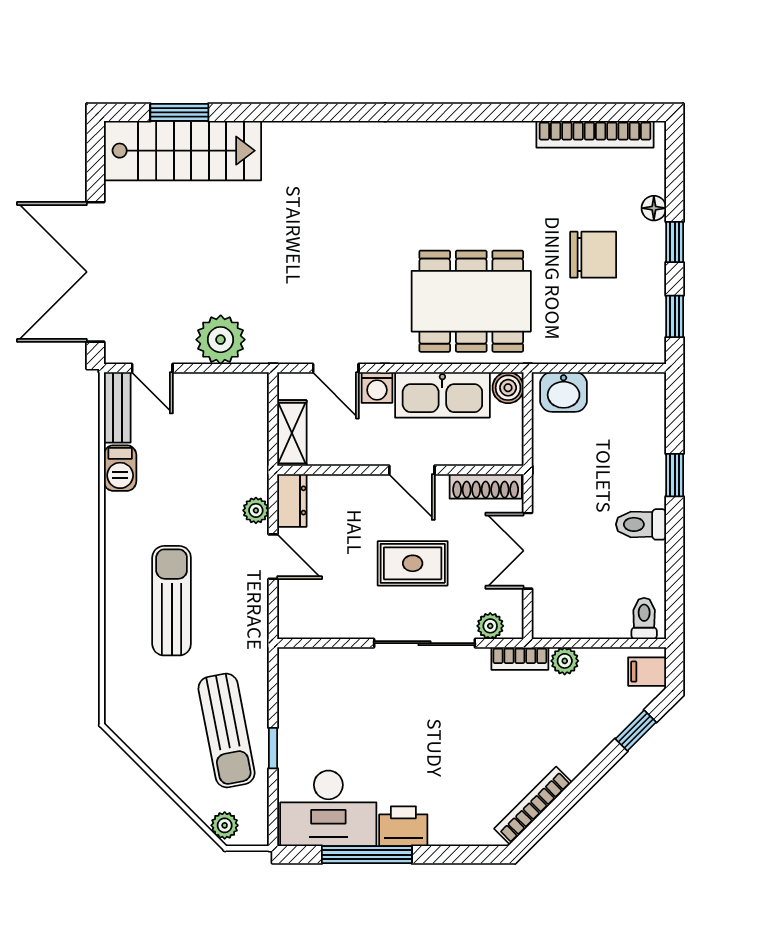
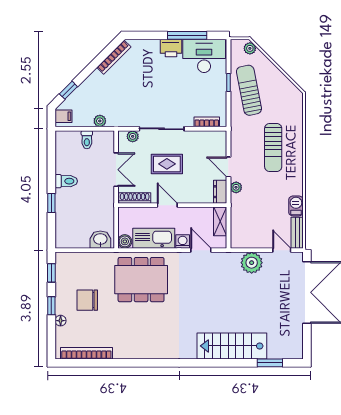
stairs: (183, 151) -> (232, 346), moved
toilet: (644, 618) -> (87, 140), moved
bookcase: (520, 659) -> (207, 122), moved

